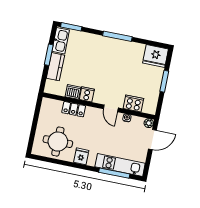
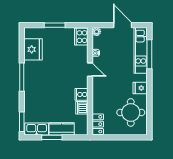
fridge: (155, 56) -> (33, 49), moved
cooker: (133, 103) -> (81, 37), moved
door: (111, 108) -> (90, 70), hinge flipped
locker: (74, 109) -> (98, 124), moved
door: (152, 140) -> (123, 25), moved

